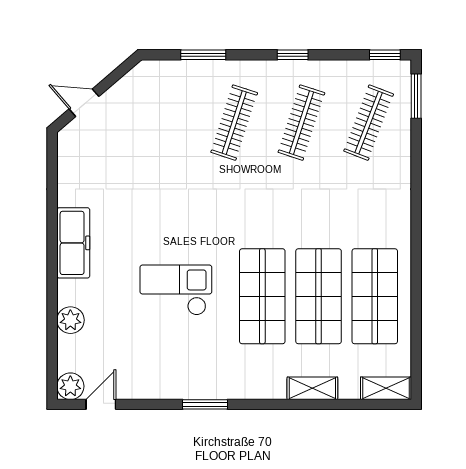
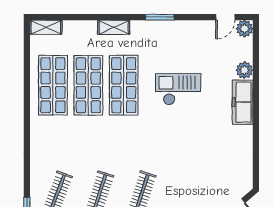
freezer: (73, 243) -> (243, 102), moved
checkout: (176, 290) -> (178, 89), turned 180
shelving: (312, 388) -> (114, 27), moved

